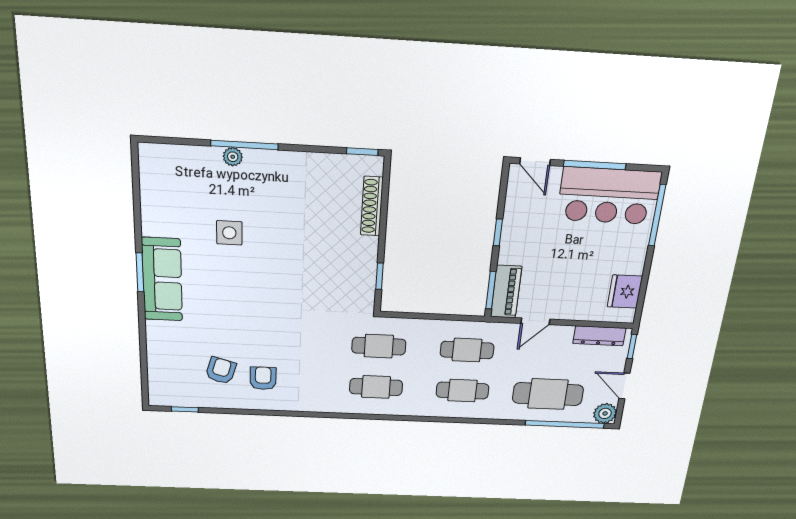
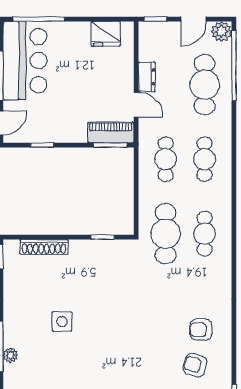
window: (498, 232) -> (42, 145), moved
side table: (229, 233) -> (62, 322), moved
dresser: (599, 336) -> (147, 77), moved, width x0.70
cafe table: (379, 346) -> (166, 234), width x1.37, depth x1.35

